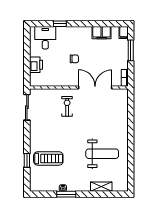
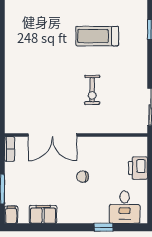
exercise bike: (67, 106) -> (92, 90), moved
weight bench: (102, 154) -> (42, 39), removed
treadmill: (48, 158) -> (97, 36), moved

